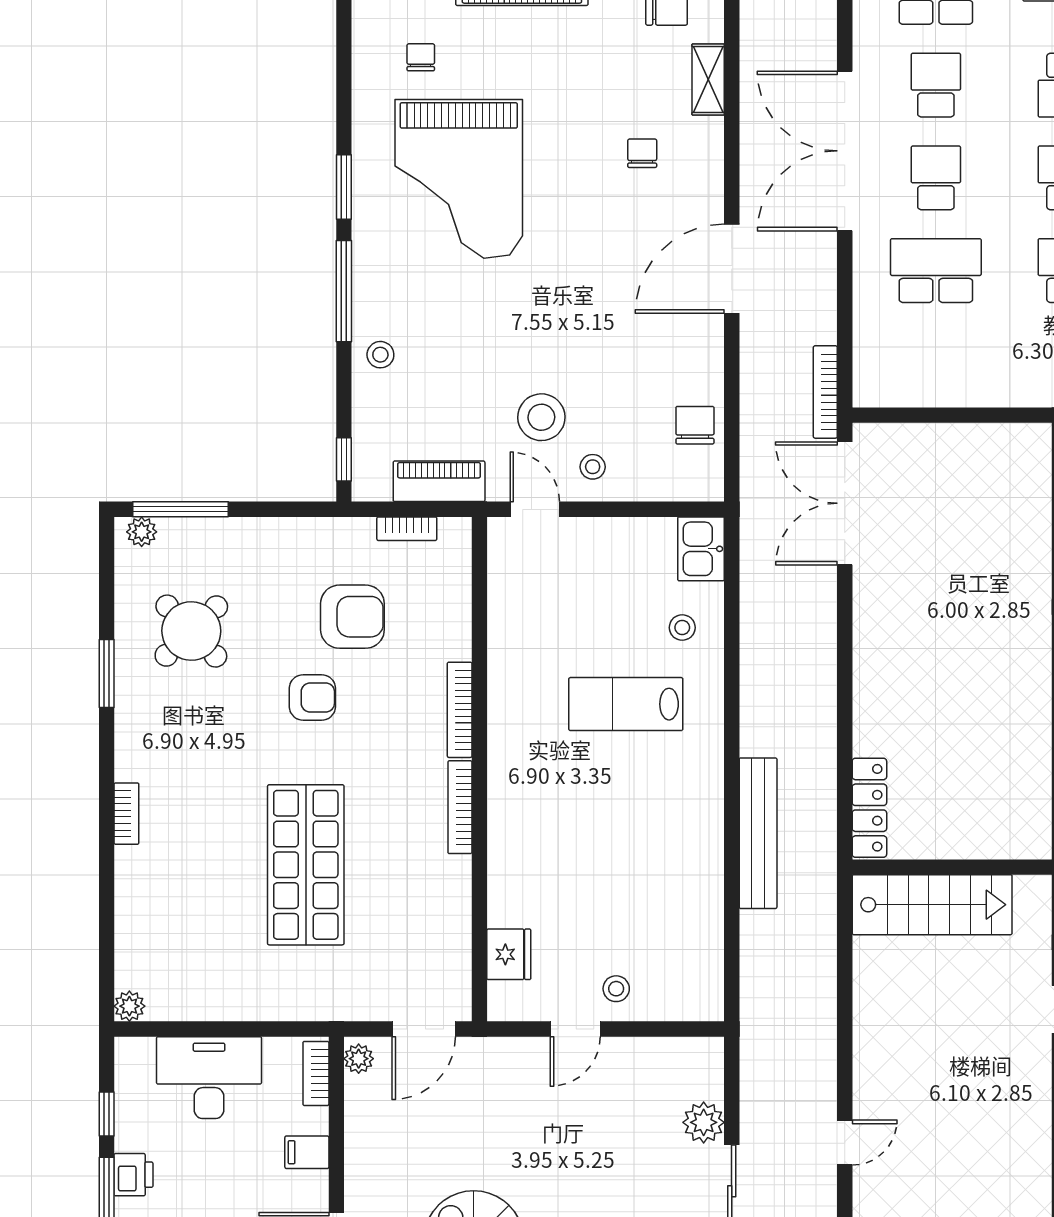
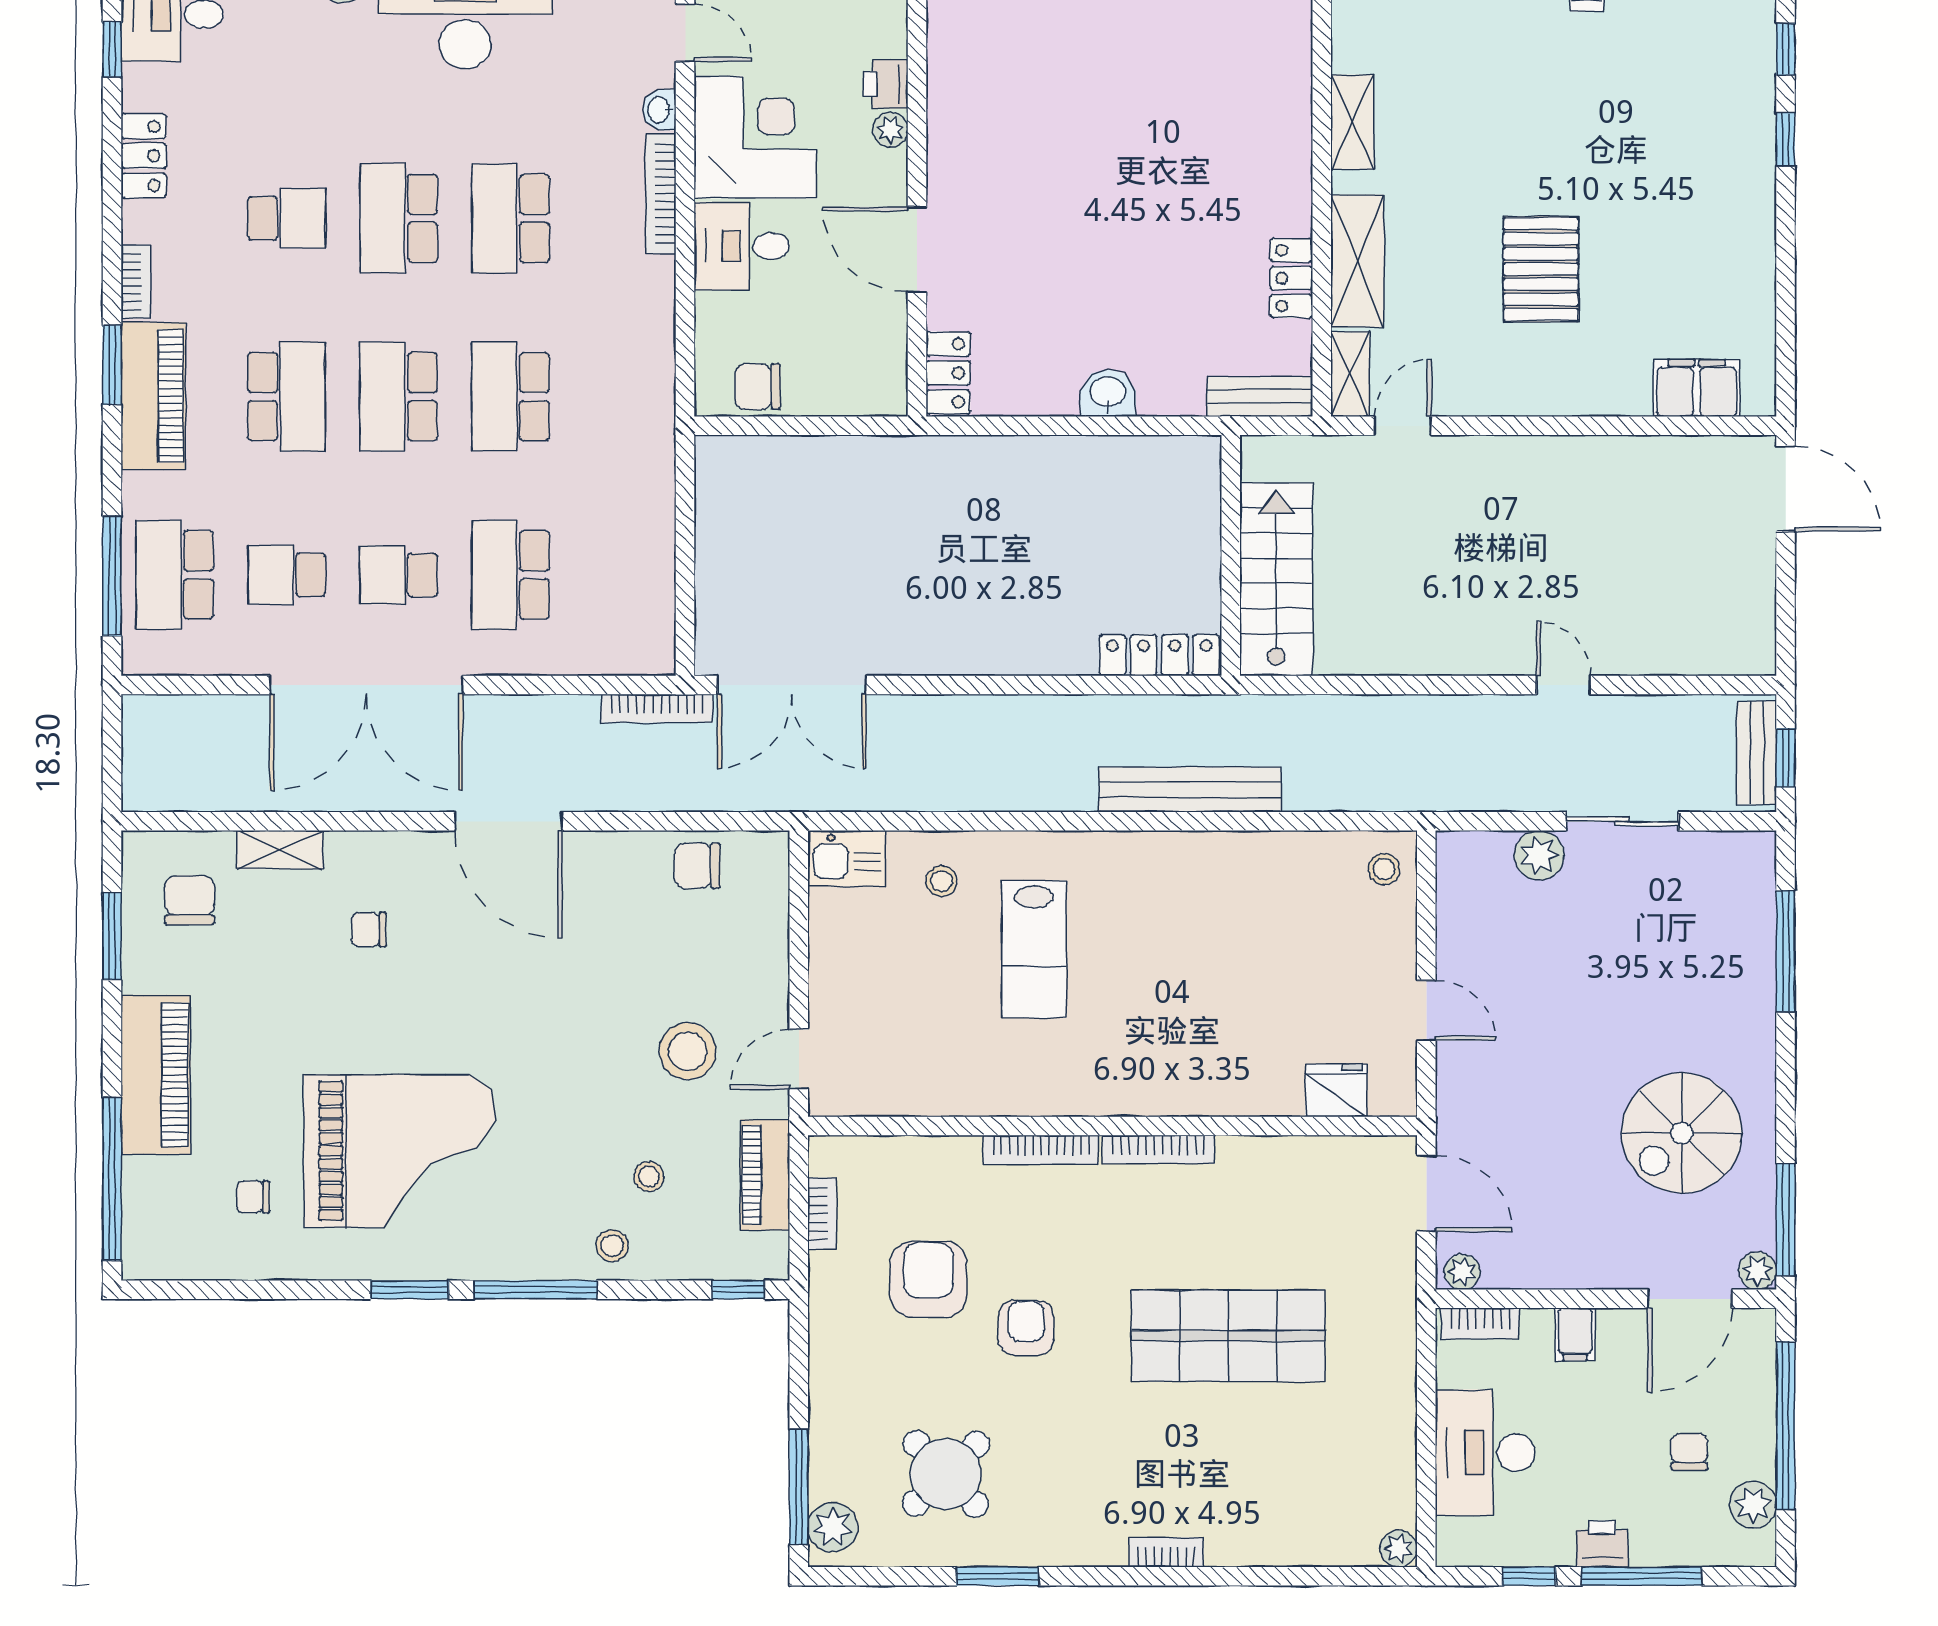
stool: (593, 467) -> (649, 1177), moved
plant: (142, 532) -> (833, 1527), width x1.38, depth x1.38
stool: (616, 989) -> (1384, 869), moved

